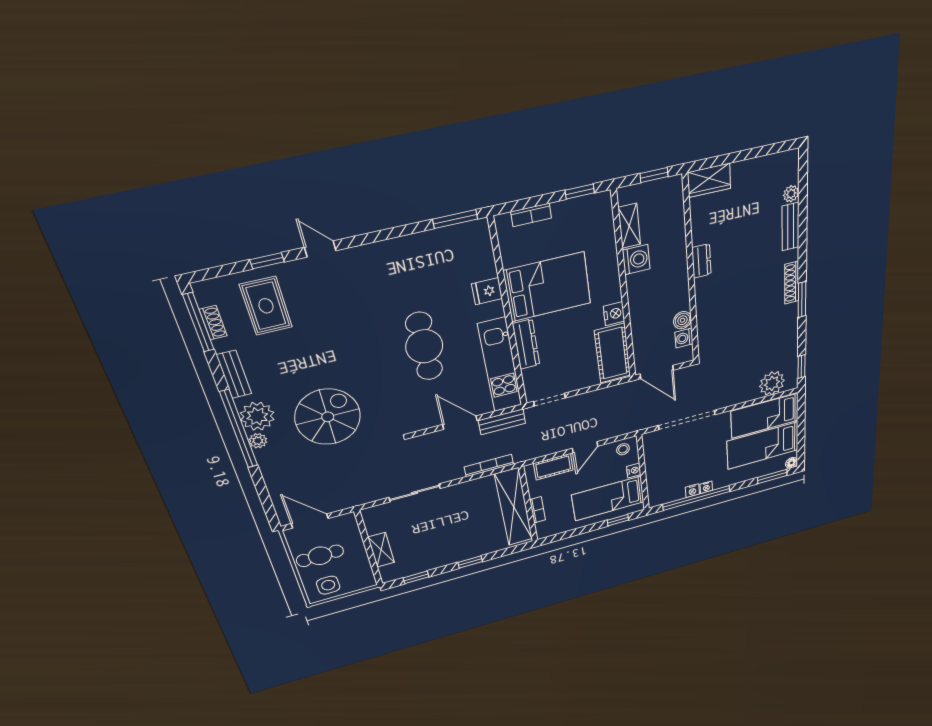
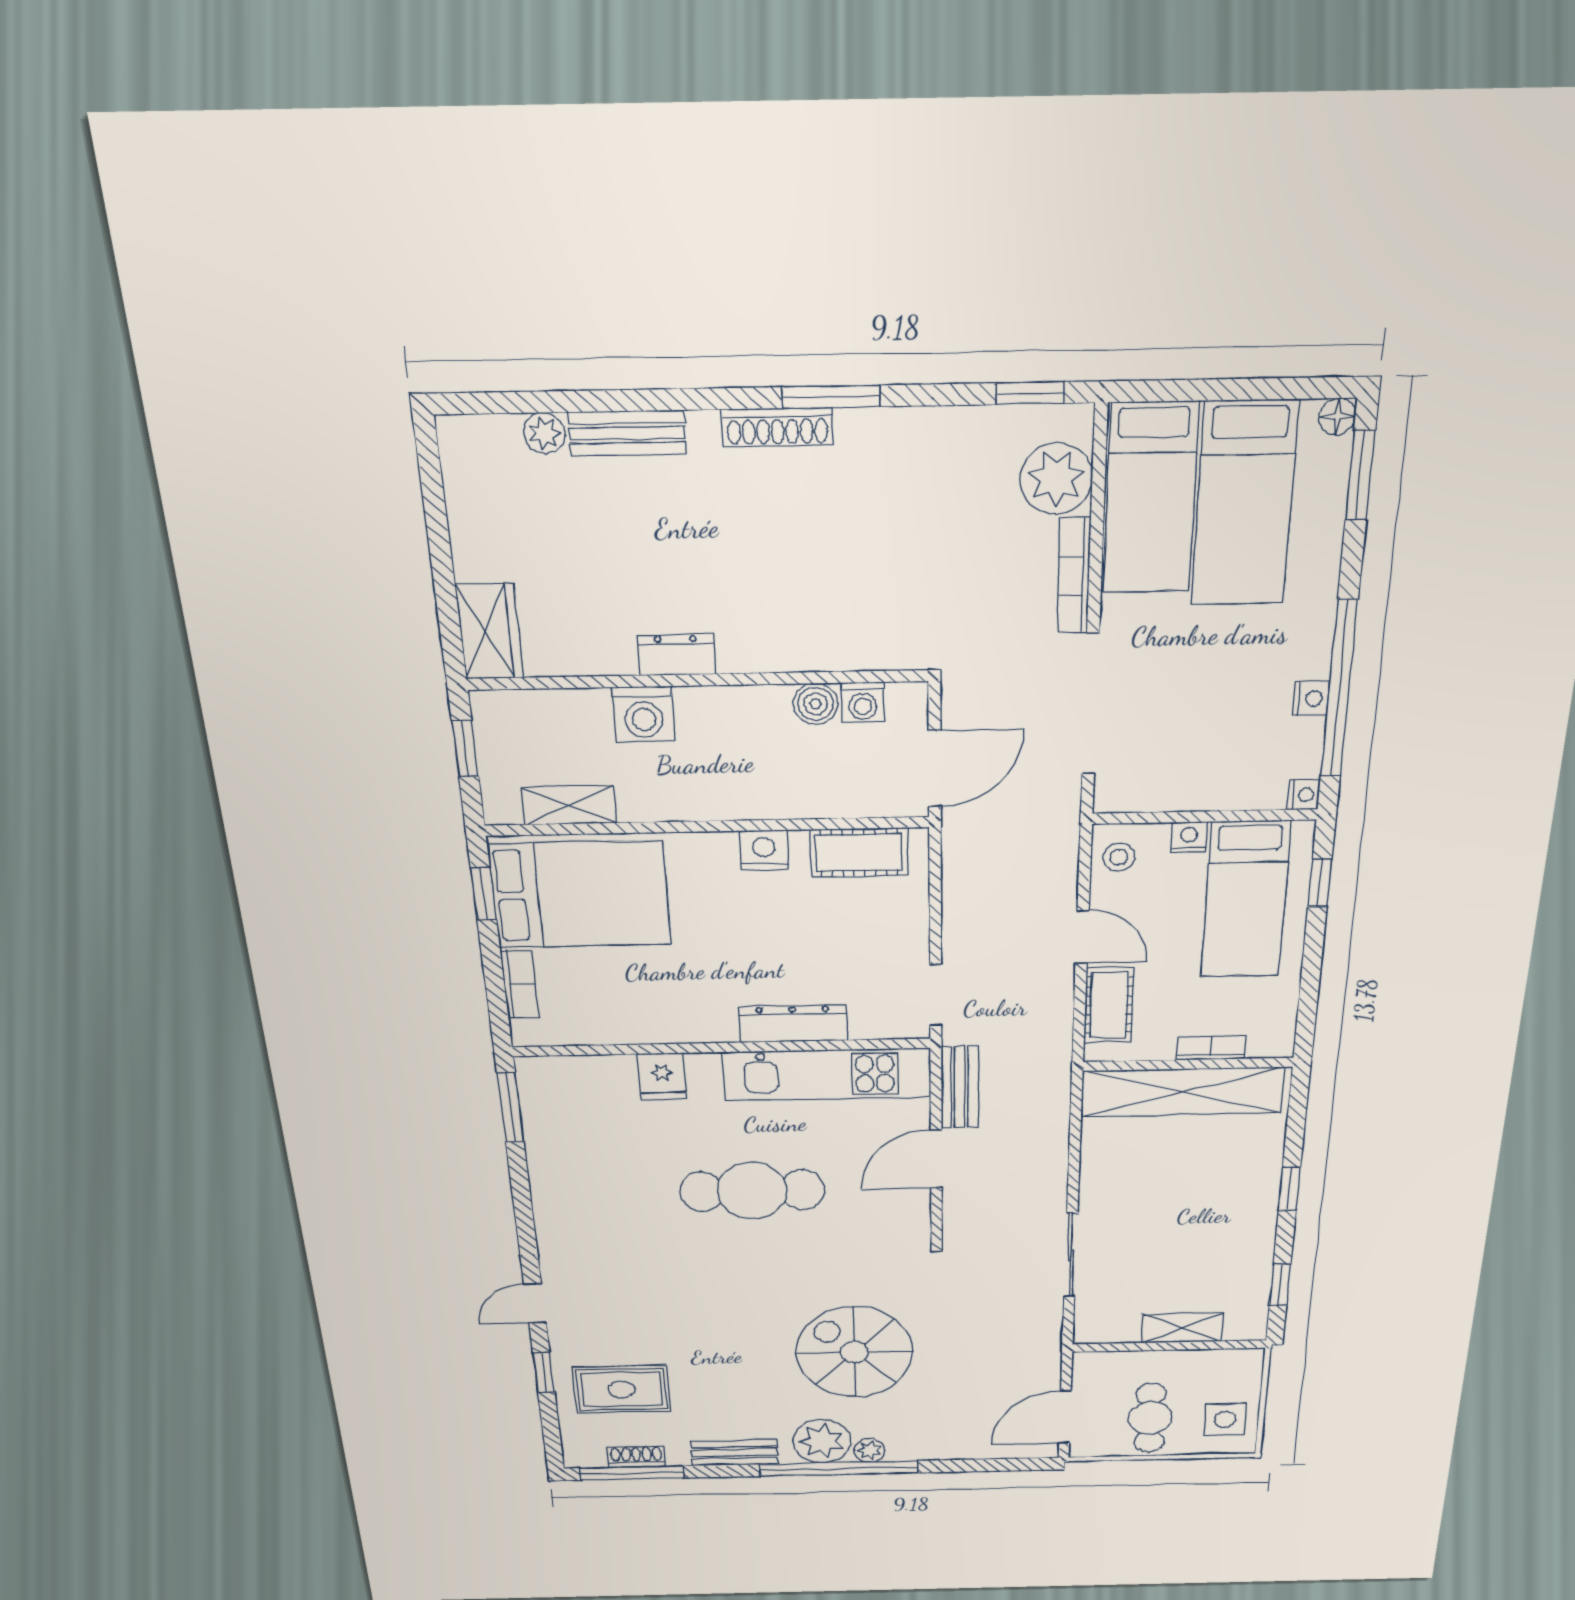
washing machine: (636, 260) -> (644, 714), moved, turned 180
bed: (547, 287) -> (580, 894), moved, turned 90
cot: (613, 353) -> (859, 852), width x0.73, depth x0.75
bookcase: (489, 466) -> (1074, 576), moved
nightstand: (706, 487) -> (1304, 795), moved

